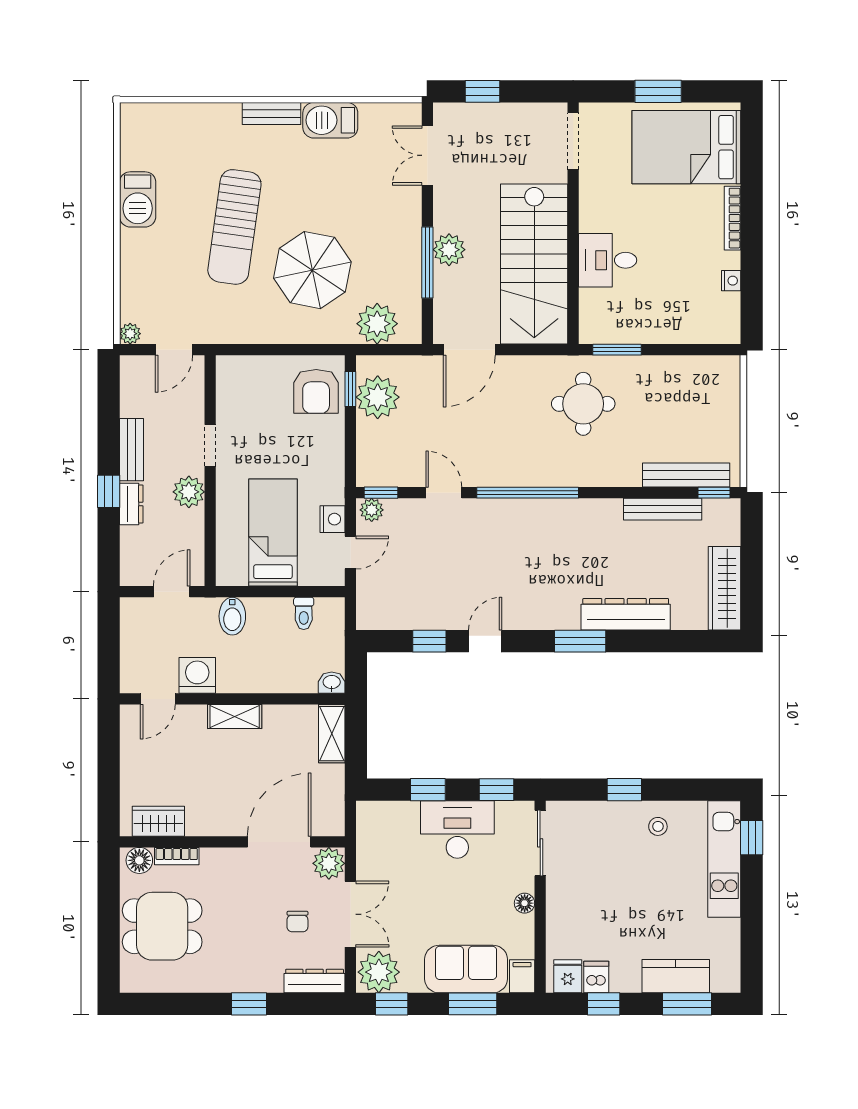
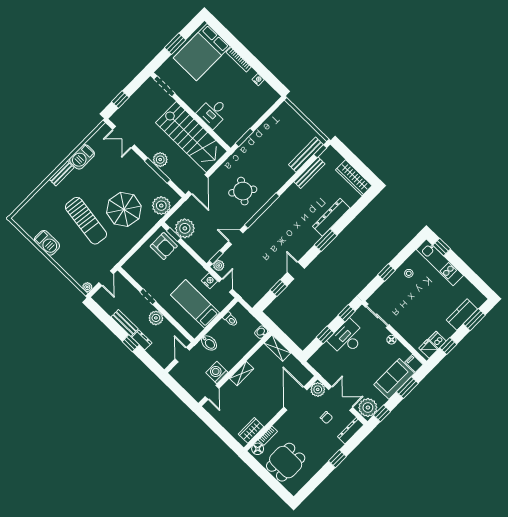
round table: (583, 404) -> (243, 191), moved, turned 36

